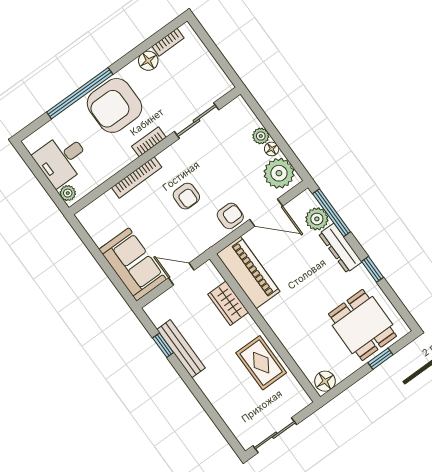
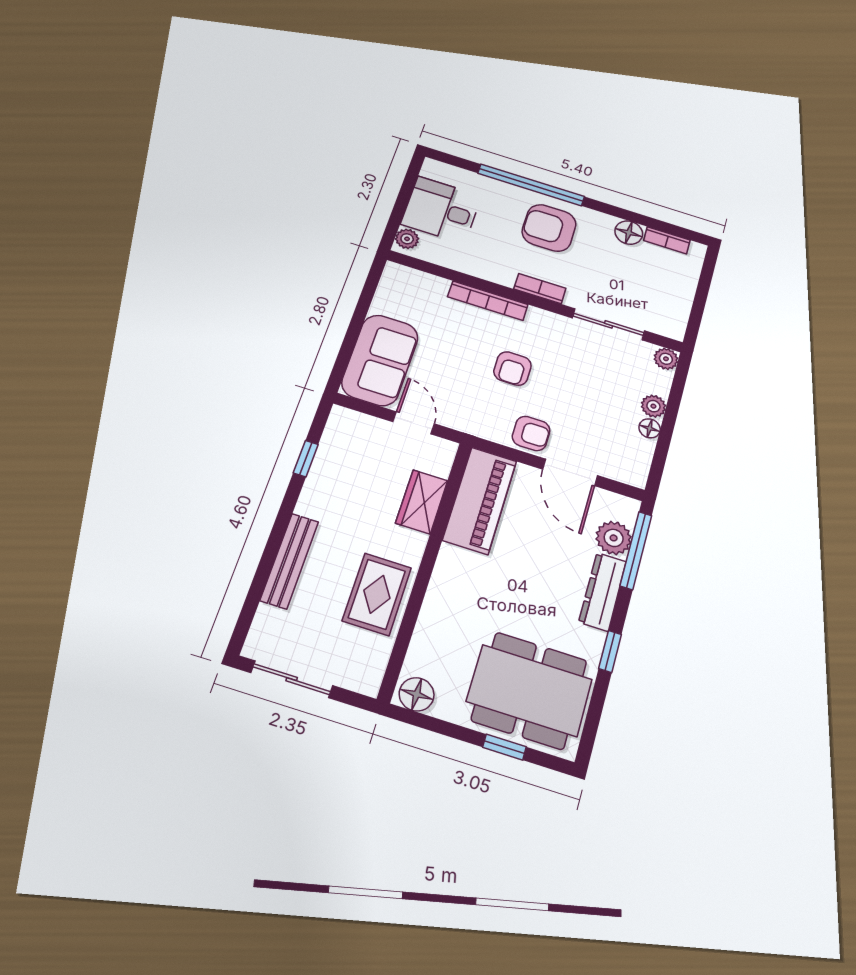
armchair: (114, 105) -> (549, 228), width x0.73, depth x0.73
plant: (279, 173) -> (666, 359), moved, width x0.53, depth x0.53
dining table: (362, 325) -> (529, 690), width x1.38
bench: (181, 349) -> (289, 561), moved

